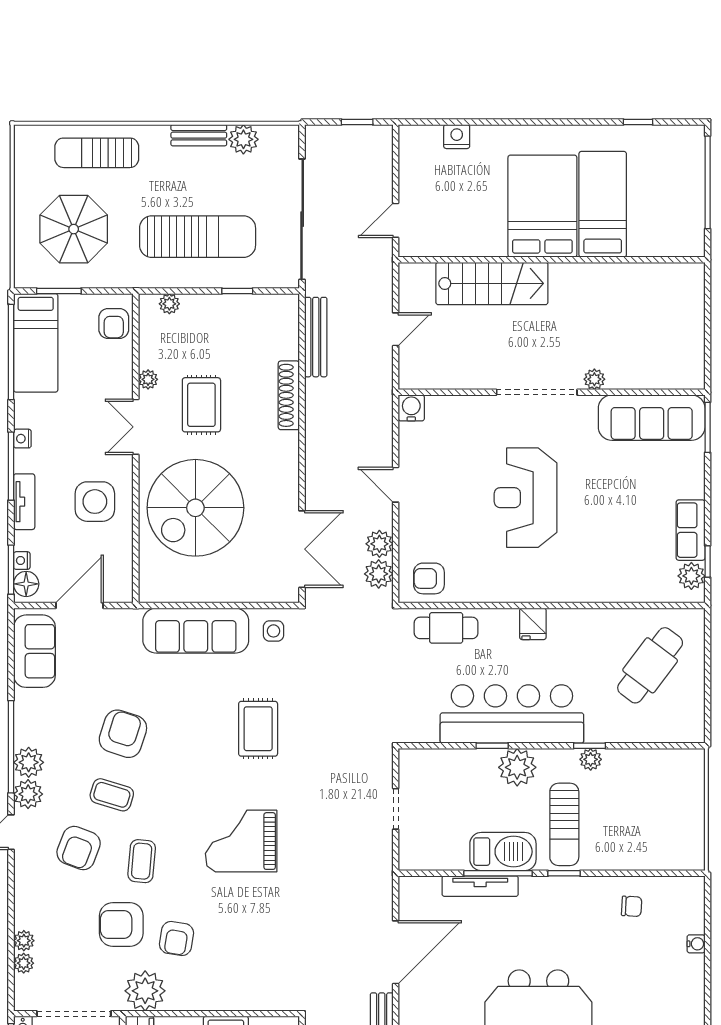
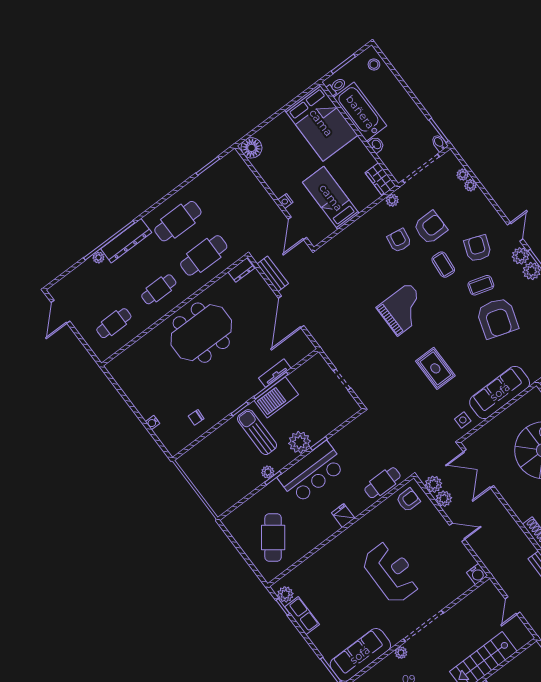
bar counter: (512, 714) -> (312, 472), width x0.73
armchair: (123, 734) -> (497, 318), width x1.36, depth x1.36
tv unit: (480, 886) -> (275, 373), width x0.71
plant: (145, 991) -> (392, 200), width x0.53, depth x0.53

